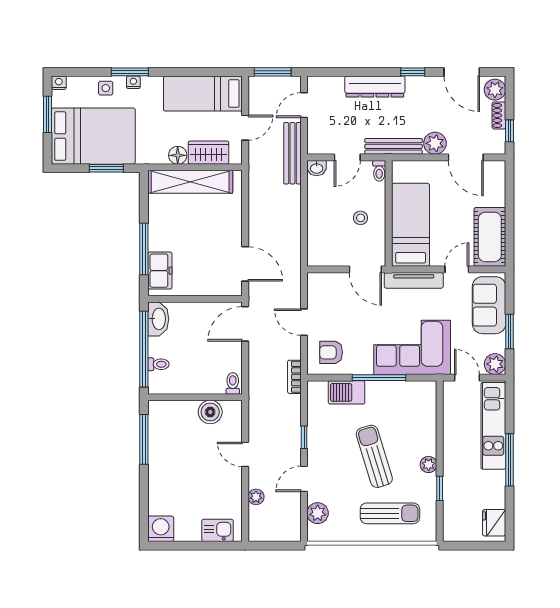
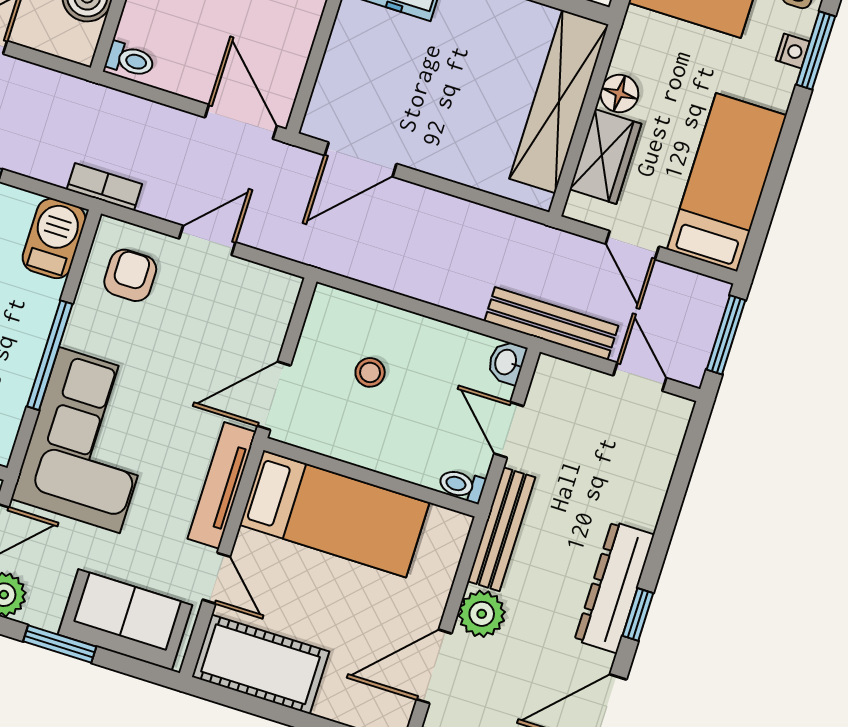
dresser: (375, 87) -> (614, 587), moved
stool: (361, 218) -> (370, 372), moved
barbecue: (347, 392) -> (54, 238), moved

